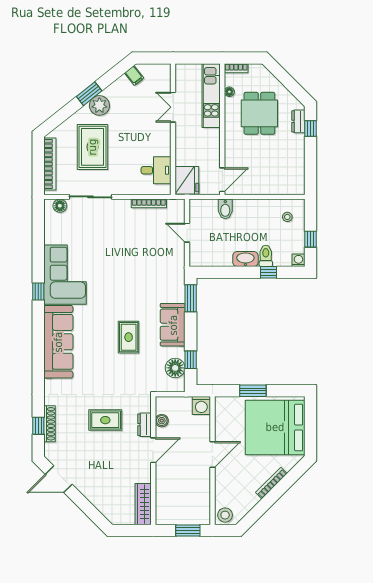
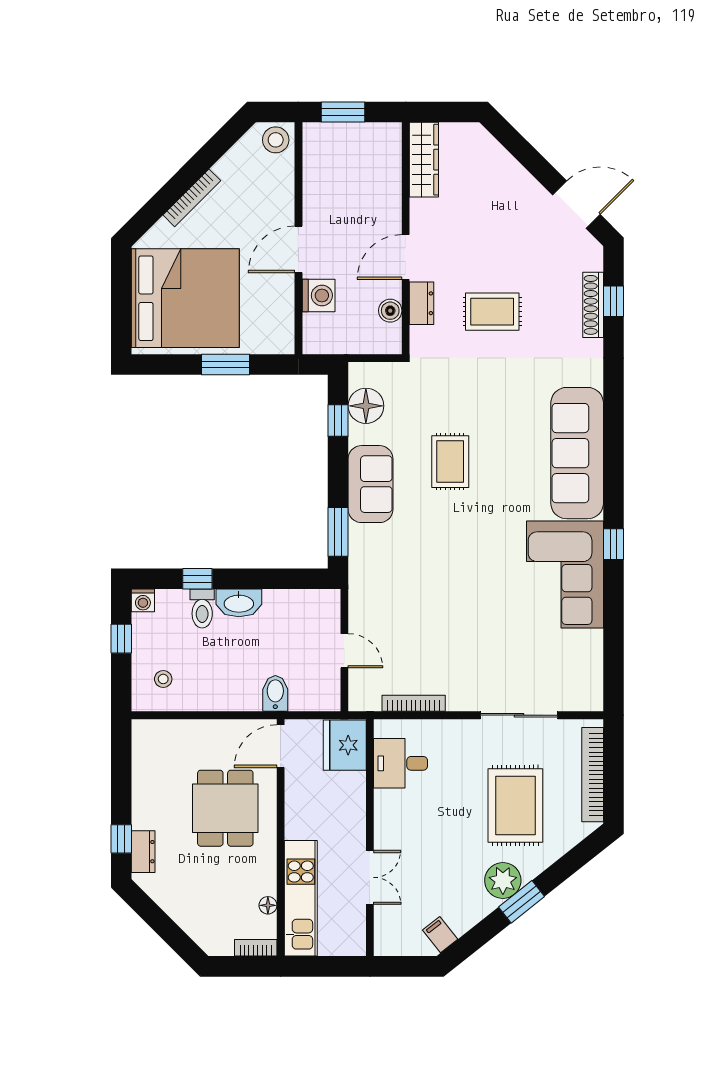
dining table: (259, 113) -> (225, 808), moved
floor lamp: (60, 206) -> (574, 699), removed
washing machine: (201, 406) -> (319, 295), moved, turned 90

